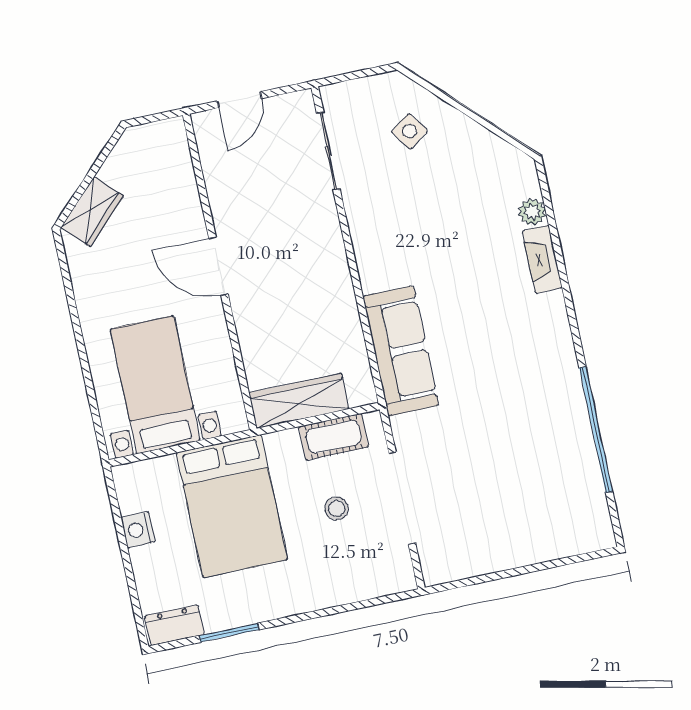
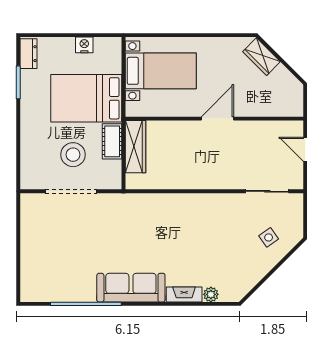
sofa: (401, 351) -> (131, 288), moved, turned 180
cot: (334, 437) -> (112, 141), moved
stool: (337, 508) -> (73, 155), width x1.89, depth x1.89

